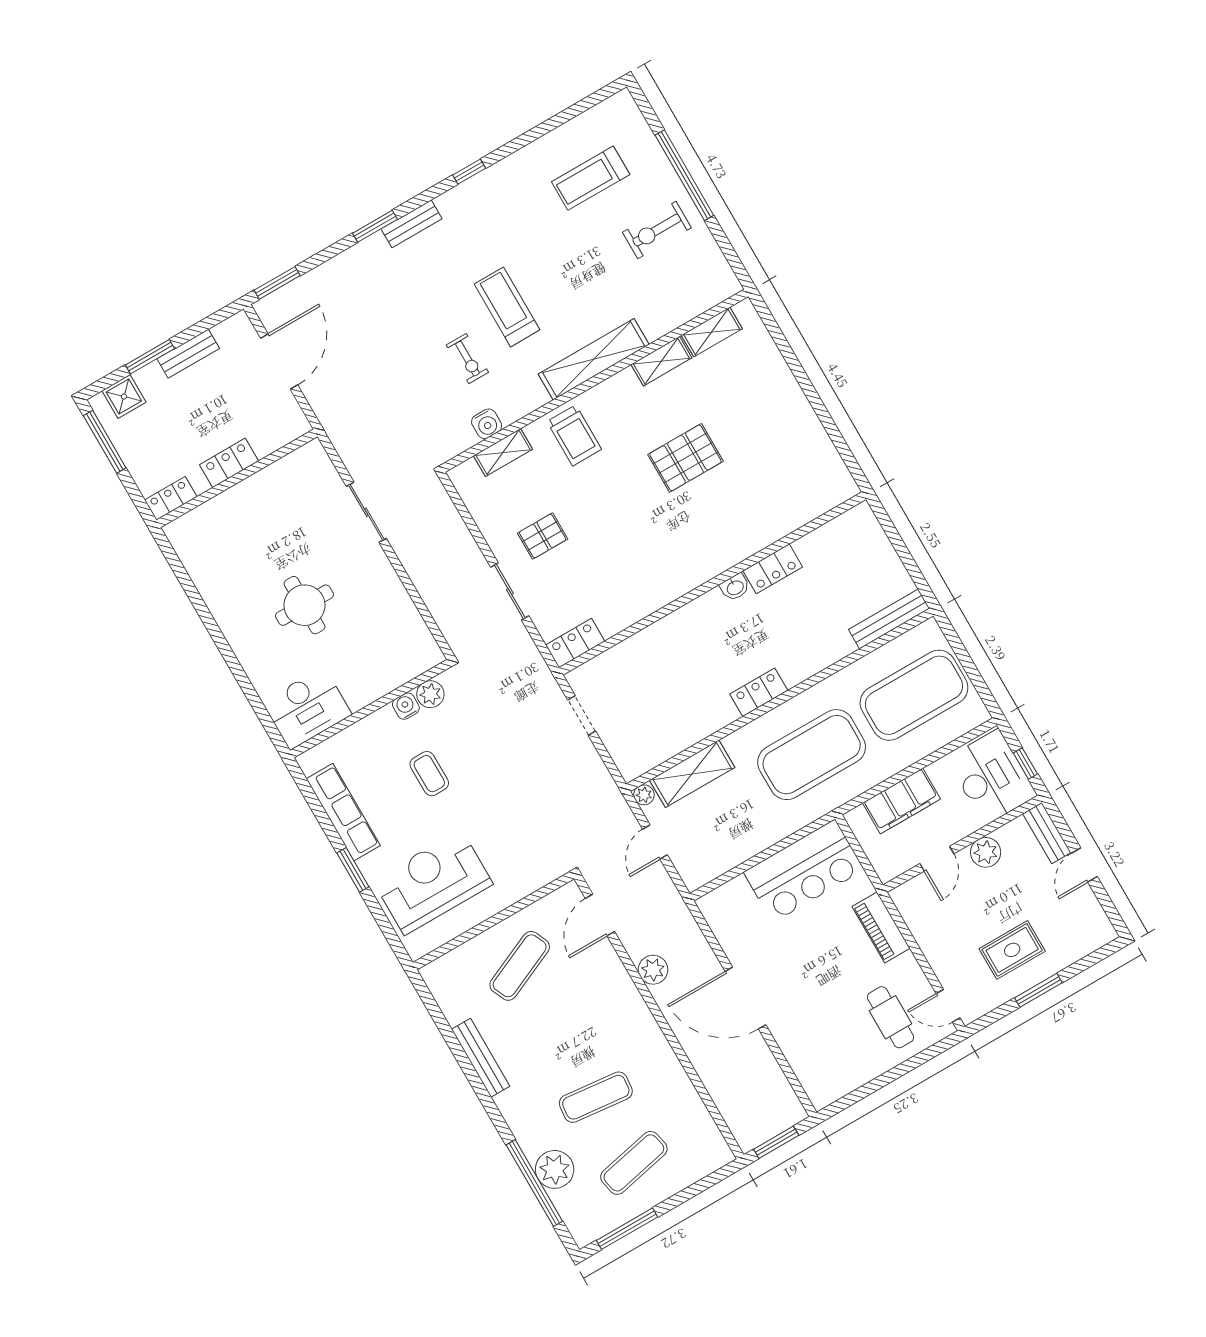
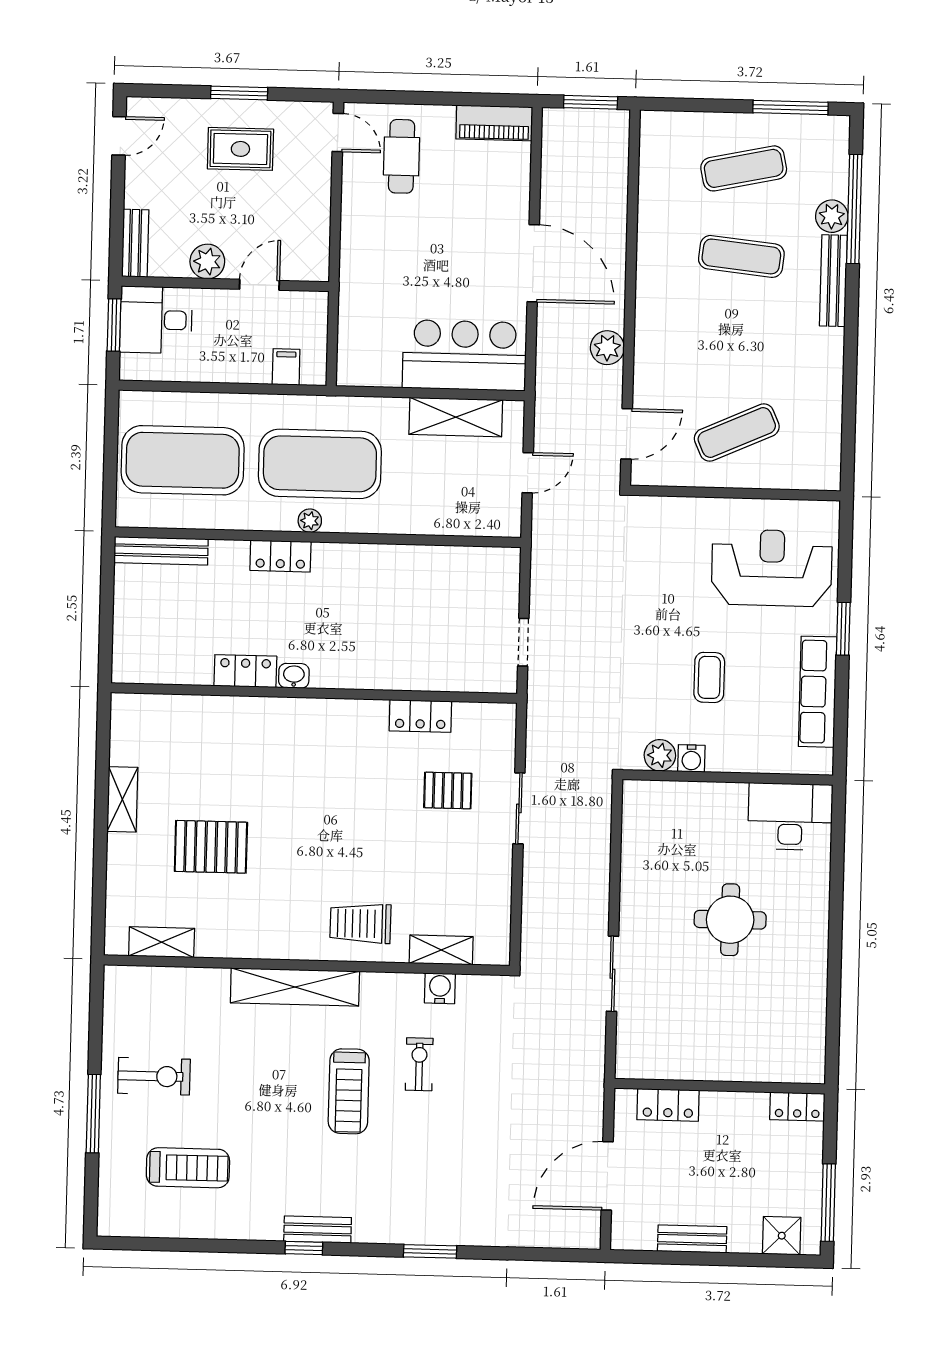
window: (684, 175) -> (93, 1114), width x0.68
bench: (412, 224) -> (318, 1229), moved
window: (277, 283) -> (561, 1255), removed
window: (150, 357) -> (732, 1259), removed
shelving: (661, 361) -> (122, 799), moved, turned 90
trolley: (574, 435) -> (360, 923), turned -90
pallet: (685, 458) -> (211, 847), moved
locker: (229, 463) -> (668, 1105), moved
pallet: (543, 536) -> (448, 790), moved
locker: (575, 643) -> (420, 716), moved
locker: (759, 692) -> (280, 556), moved
window: (1025, 764) -> (114, 325), width x1.50
shelving: (692, 774) -> (456, 417), moved
desk: (992, 777) -> (156, 320), width x0.73
plant: (644, 795) -> (310, 521), moved
filing cabinet: (902, 801) -> (286, 367), width x0.33, depth x0.86
door: (1084, 865) -> (119, 136), moved
bar counter: (804, 871) -> (465, 355), moved
reception desk: (433, 882) -> (772, 568), turned 180
piano: (881, 927) -> (494, 123), moved, turned 90
bench: (481, 1058) -> (833, 281), moved
plant: (555, 1169) -> (832, 216), width x0.73, depth x0.73

